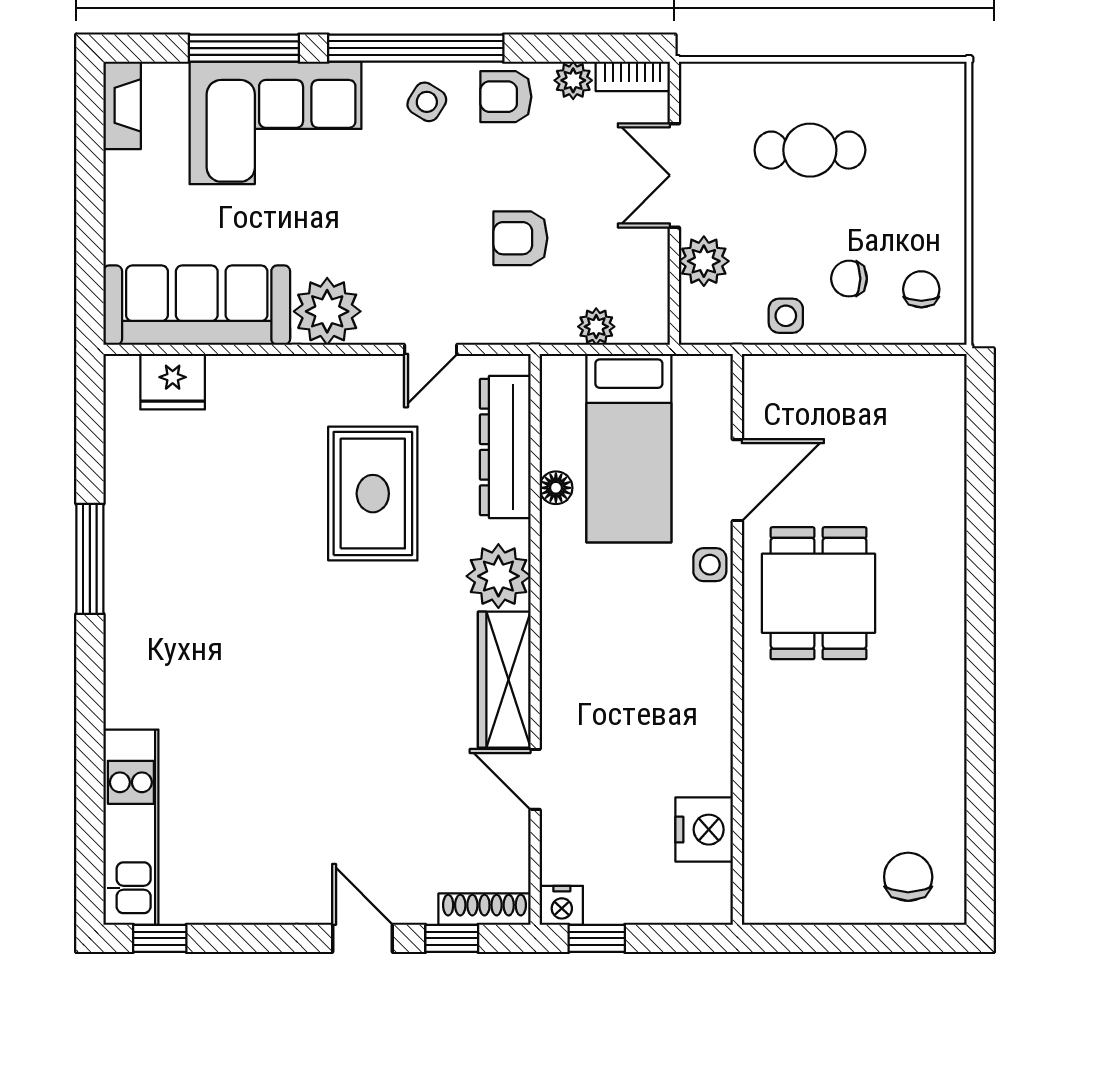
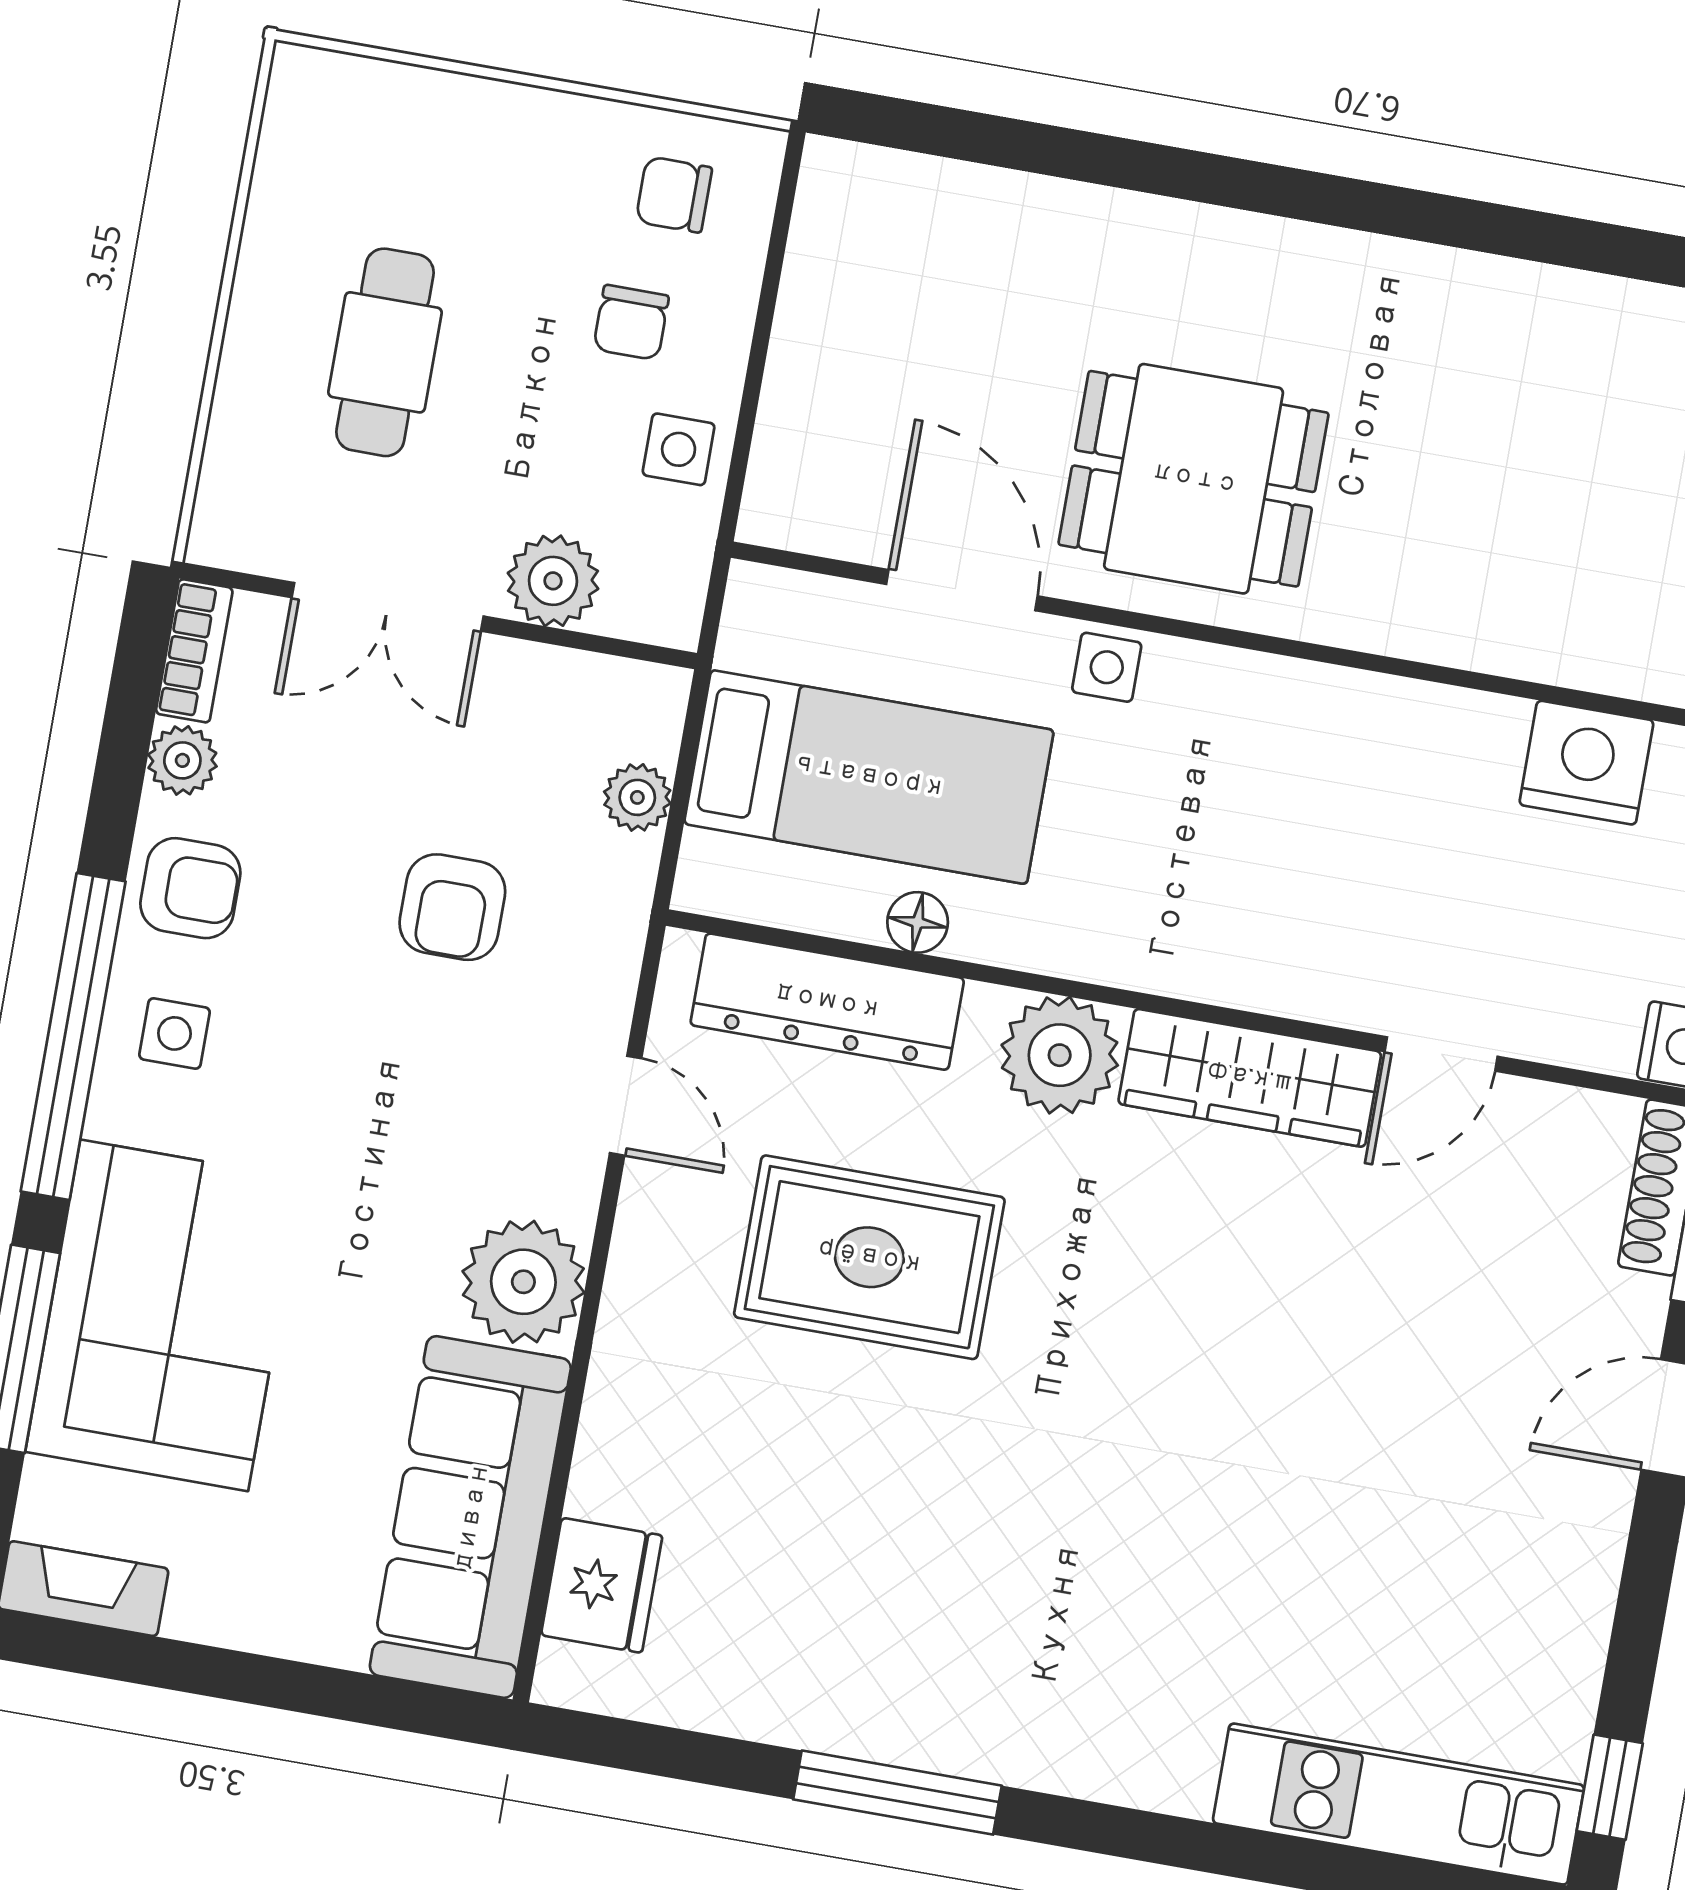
armchair: (506, 97) -> (190, 888), turned -90
side table: (427, 102) -> (174, 1033), turned -32

